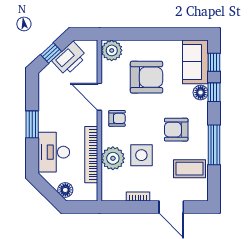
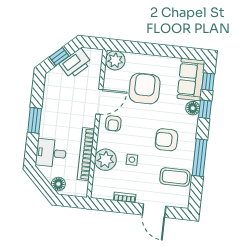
armchair: (146, 77) -> (145, 89), turned -90
door: (99, 97) -> (99, 102), swing flipped
armchair: (117, 118) -> (113, 123), turned 90
desk: (54, 152) -> (51, 153), width x0.73
side table: (141, 155) -> (132, 160), width x0.54, depth x0.54

